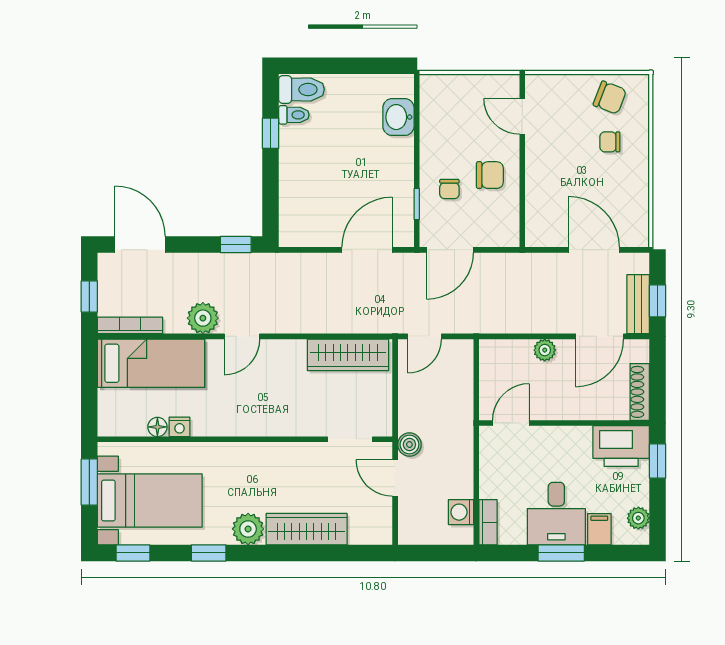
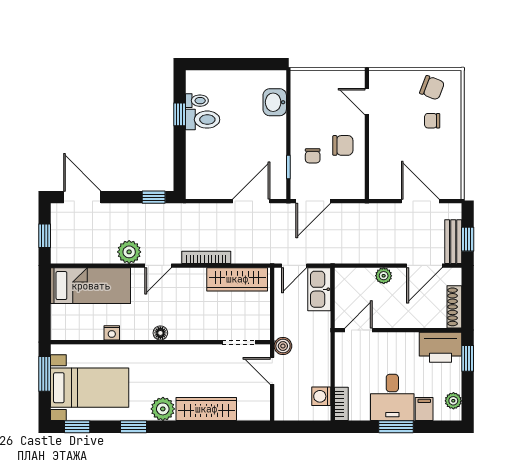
toilet: (302, 89) -> (203, 120), moved
bookcase: (130, 325) -> (206, 257), moved
kitchen sink: (458, 368) -> (319, 289), added
floor lamp: (157, 427) -> (160, 333), moved

